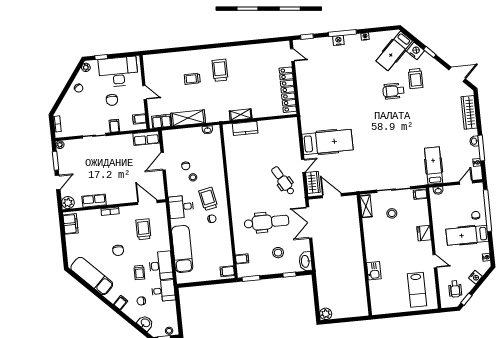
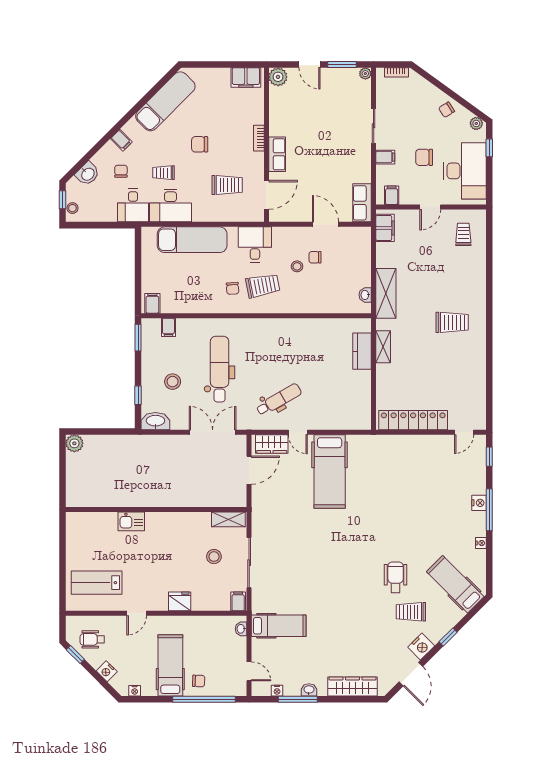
nightstand: (415, 51) -> (421, 646), moved
trolley: (192, 79) -> (463, 234), moved
shelving: (188, 118) -> (386, 293), moved
row of seats: (94, 201) -> (277, 154), moved
dental chair: (267, 222) -> (220, 369), turned 180

